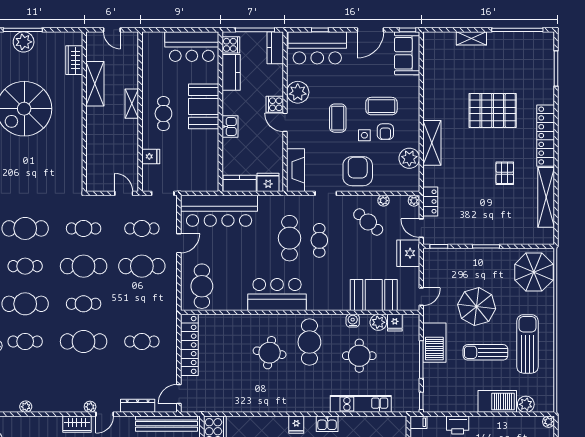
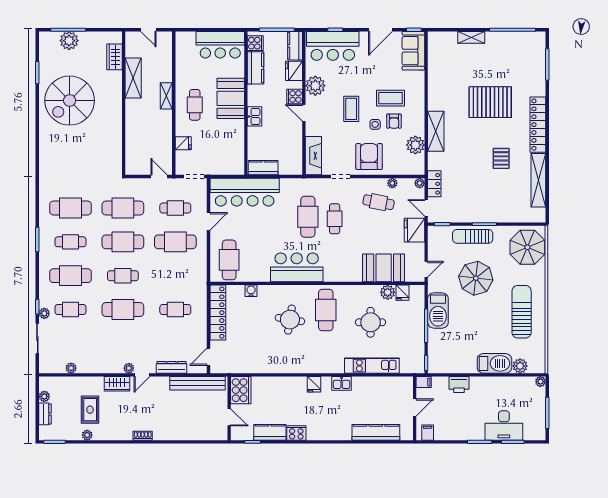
fridge: (268, 182) -> (294, 71), moved, turned -90
cafe table: (368, 222) -> (379, 202), turned -30
cafe table: (84, 228) -> (123, 208), width x1.37, depth x1.35
water cooler: (353, 321) -> (251, 291), moved
sun lounger: (485, 352) -> (473, 236), moved

